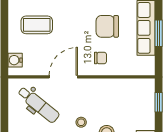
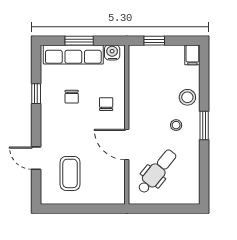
chair: (107, 26) -> (72, 97), width x0.54, depth x0.54
water cooler: (15, 60) -> (112, 52), moved, turned 180

